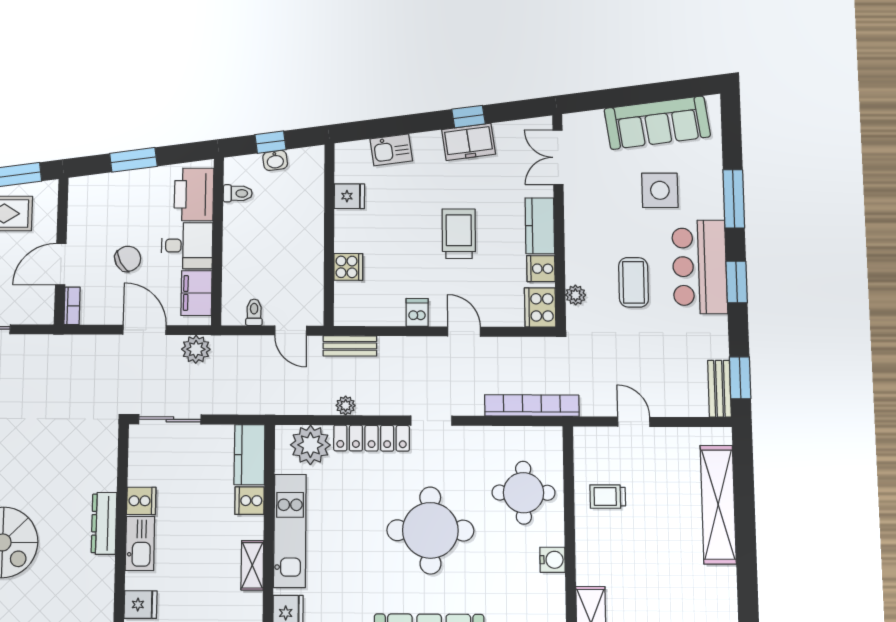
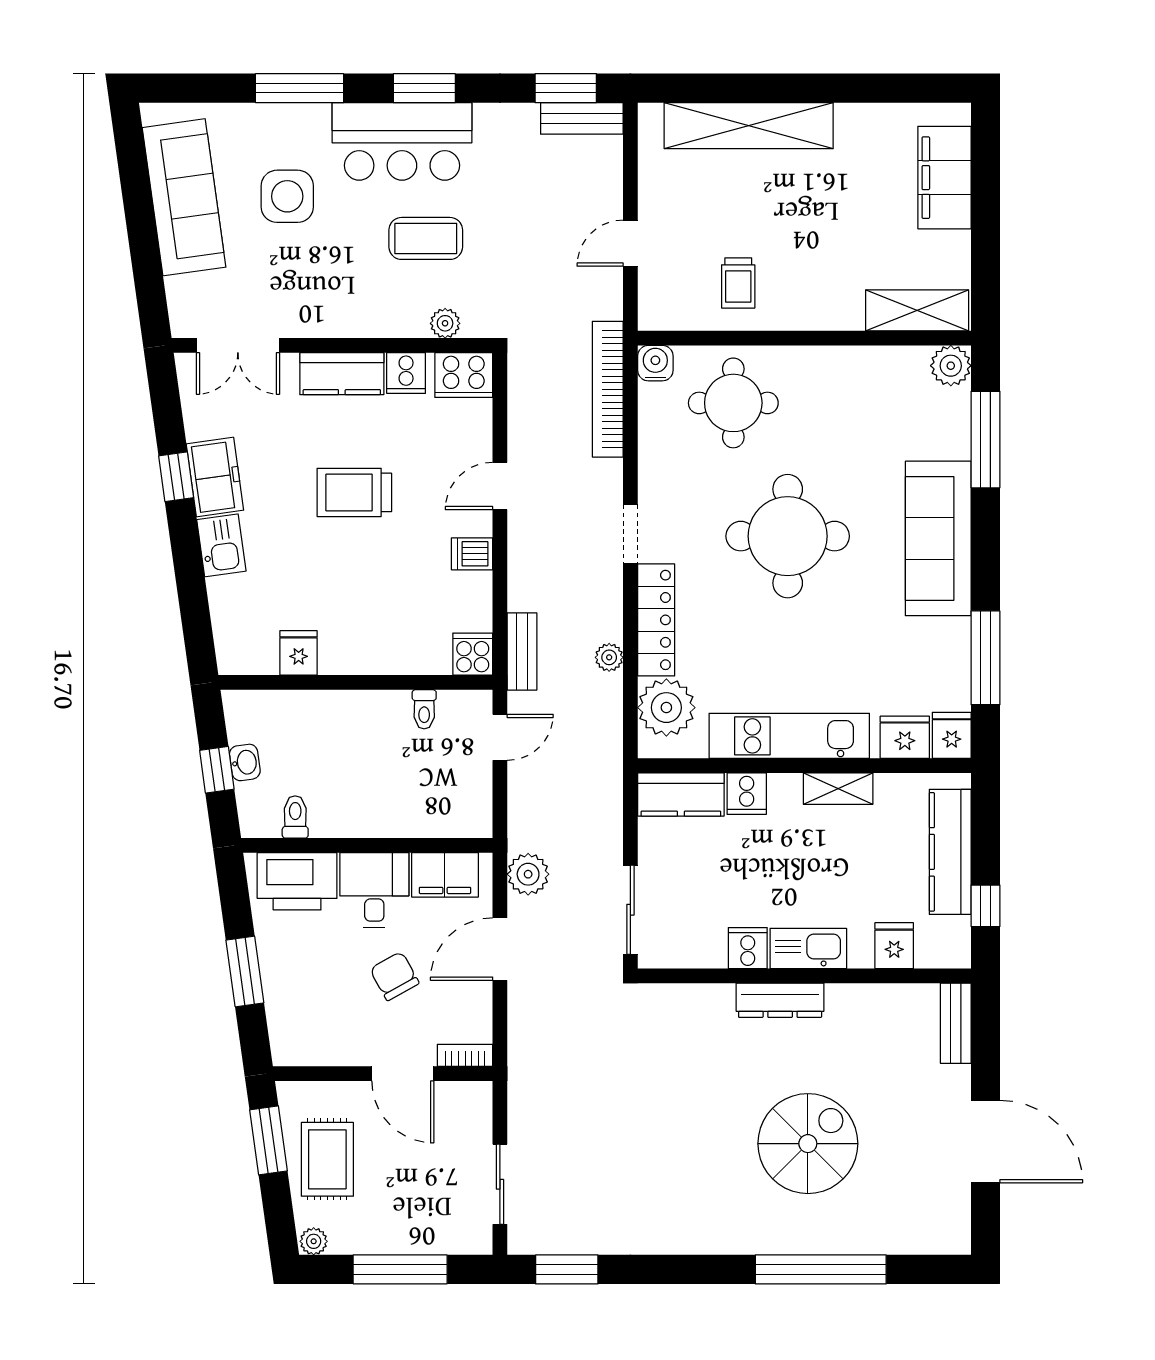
kitchen sink: (391, 150) -> (221, 545), moved
cooker: (348, 267) -> (473, 654), moved
toilet: (254, 312) -> (424, 709), moved, turned -90
water cooler: (553, 560) -> (655, 363), moved

